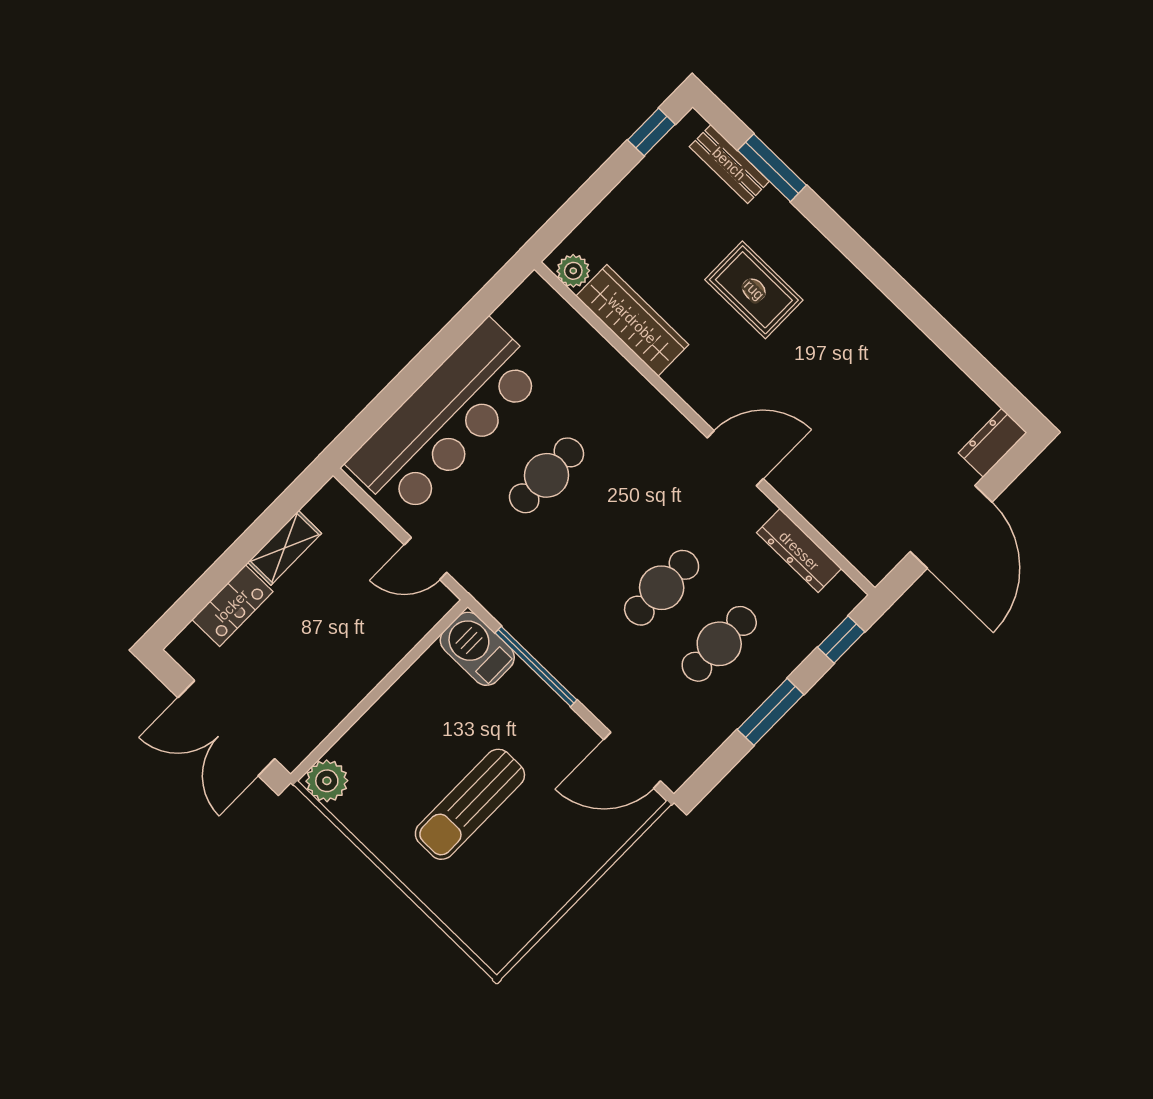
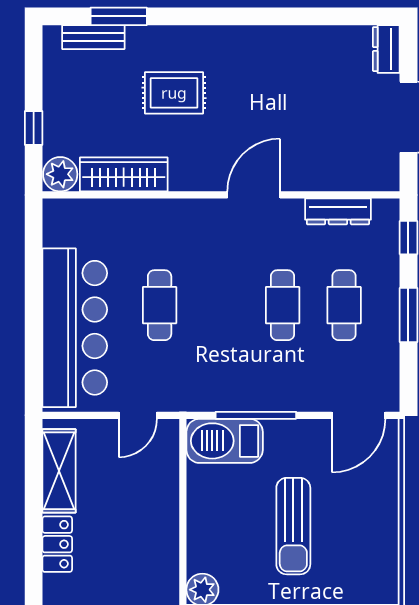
window: (651, 132) -> (34, 128), moved
plant: (573, 271) -> (60, 174), width x1.38, depth x1.38
shelving: (285, 548) -> (59, 471), width x1.50, depth x1.33
barbecue: (477, 649) -> (225, 441), width x1.37, depth x1.21

